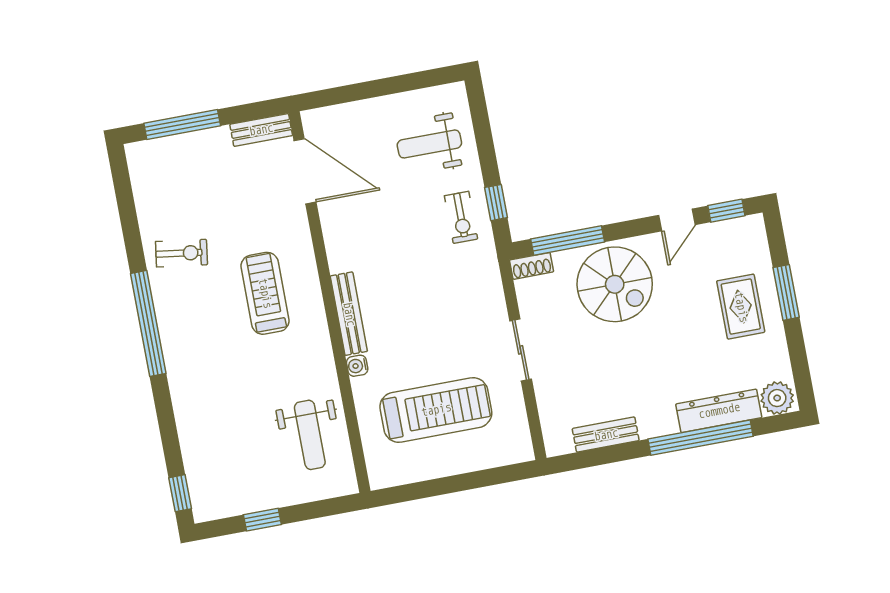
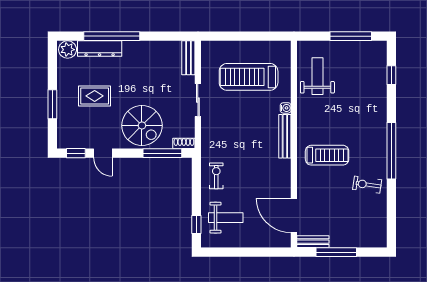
window: (182, 125) -> (336, 252), moved
window: (496, 203) -> (196, 224), moved
door: (677, 220) -> (103, 153), swing flipped
spiral stairs: (615, 284) -> (142, 125), turned 180
treadmill: (265, 293) -> (327, 155), turned -90
rug: (741, 307) -> (95, 96), moved, turned 90
bench: (606, 435) -> (188, 58), moved, turned 90
window: (180, 493) -> (391, 75), moved
window: (262, 520) -> (351, 36), width x2.17

